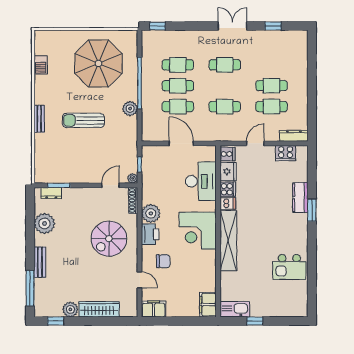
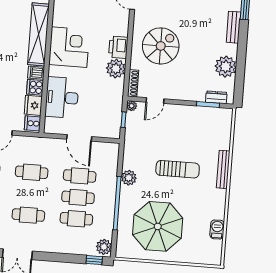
plant: (149, 40) -> (104, 247), added
bench: (39, 119) -> (223, 169), width x1.36
chair: (163, 261) -> (107, 19), removed

